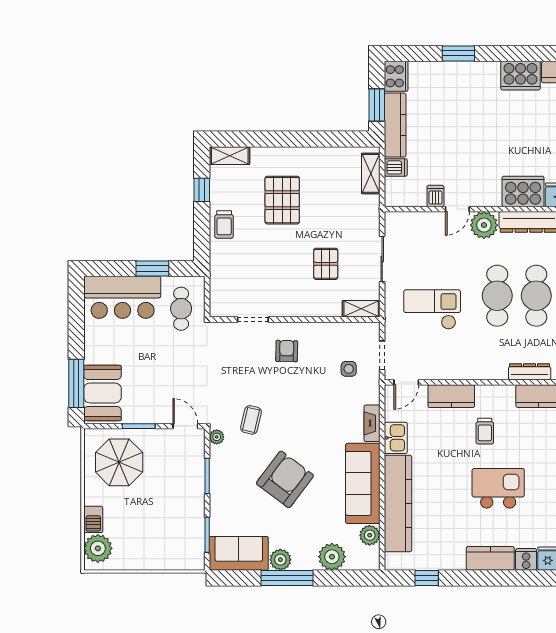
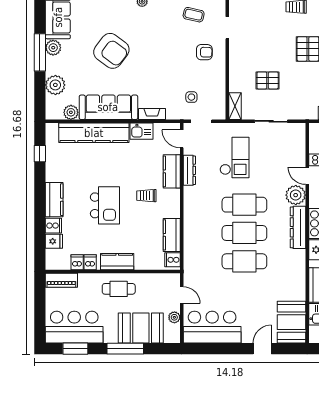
dresser: (530, 372) -> (189, 170), moved
coffee table: (251, 420) -> (194, 15), moved

